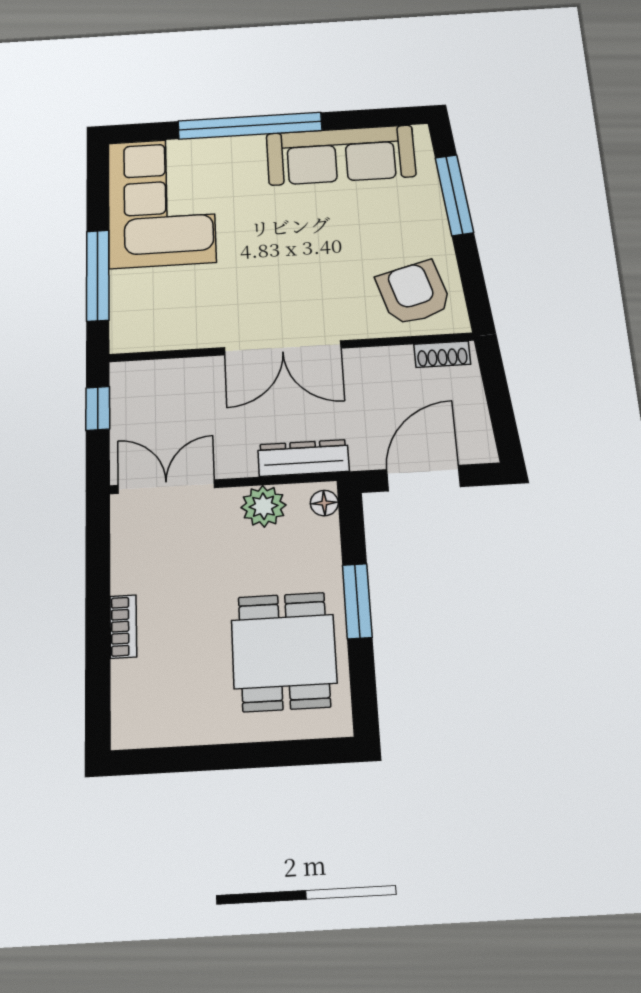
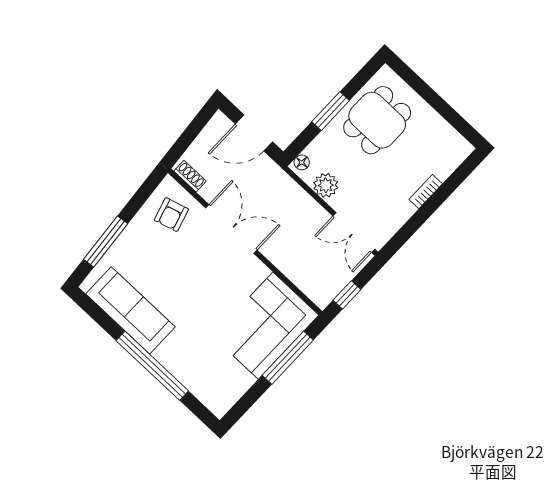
corner sofa: (161, 202) -> (266, 326), moved
armchair: (414, 293) -> (171, 215), width x0.72, depth x0.72
double door: (283, 348) -> (231, 229), moved
dresser: (303, 458) -> (290, 189), removed

